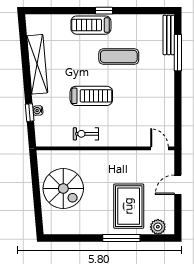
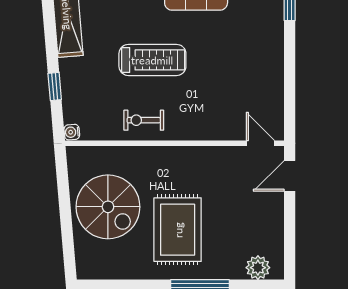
water cooler: (38, 111) -> (72, 132), moved
door: (178, 185) -> (290, 176), moved
rug: (129, 206) -> (178, 230), moved

